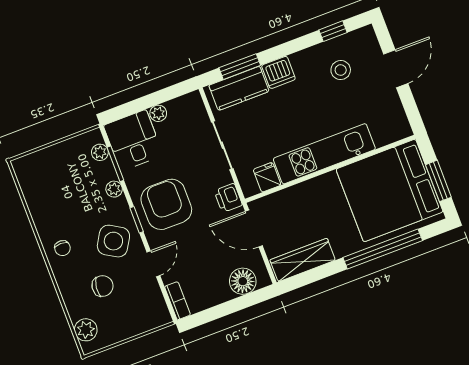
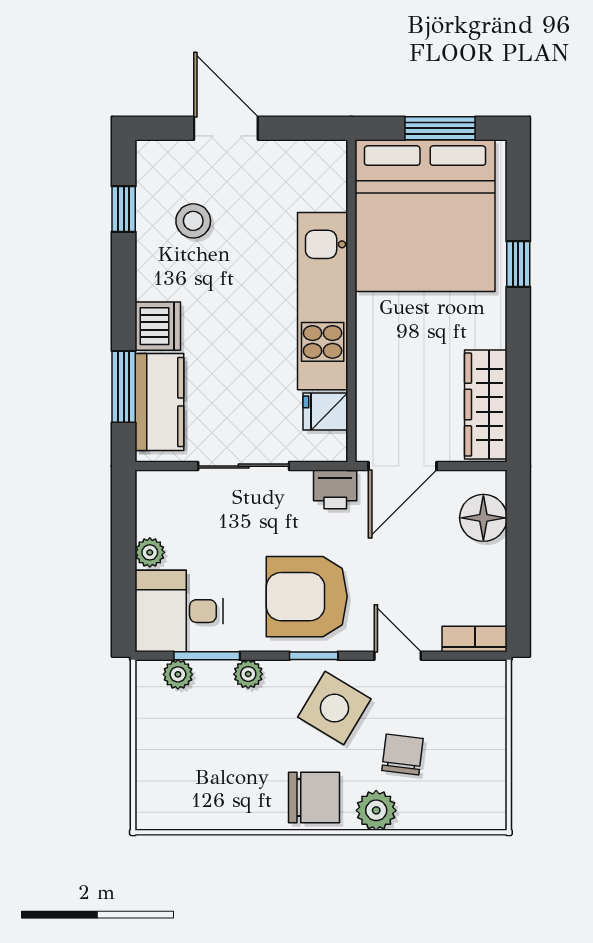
chair: (62, 248) -> (314, 798), width x1.87, depth x1.87
window: (383, 249) -> (518, 264), width x0.32
plant: (86, 330) -> (376, 810), moved

